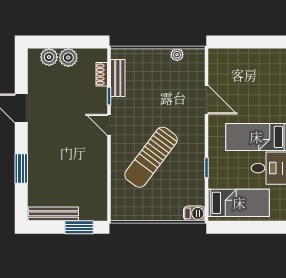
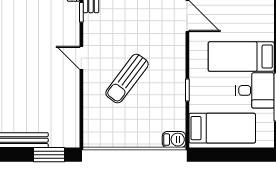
door: (109, 125) -> (81, 58), moved
sun lounger: (151, 157) -> (127, 79), width x0.73, depth x0.75

